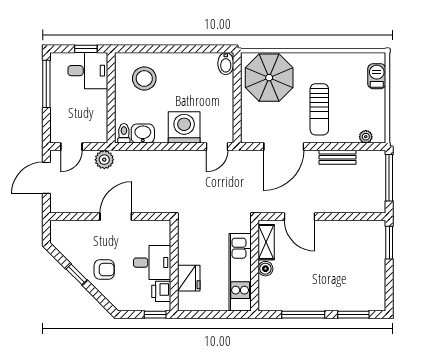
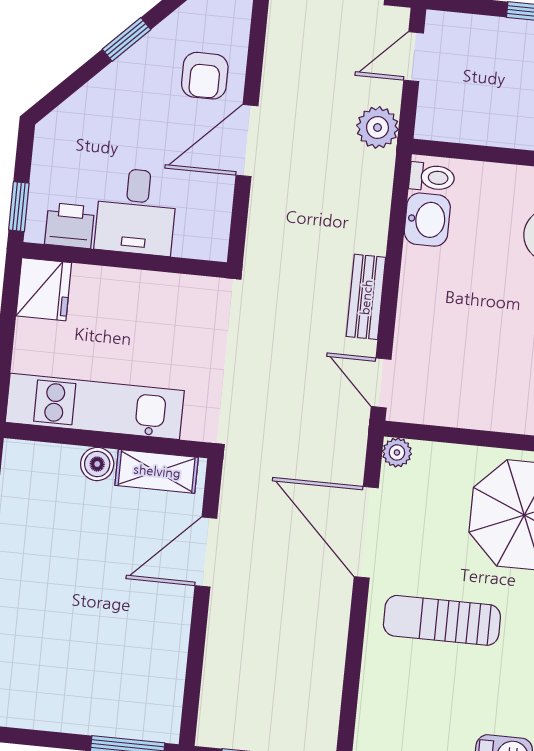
washing machine: (184, 127) -> (432, 313), removed
plant: (366, 137) -> (397, 452), moved
door: (71, 147) -> (414, 57), hinge flipped
bench: (337, 157) -> (366, 297), moved
door: (116, 217) -> (247, 140), swing flipped
armchair: (104, 270) -> (205, 76), moved
fridge: (189, 278) -> (44, 289), moved, turned -90

